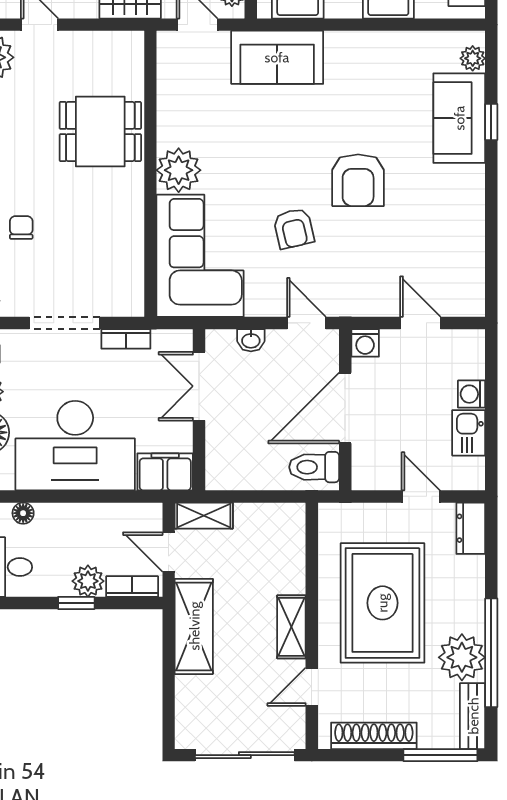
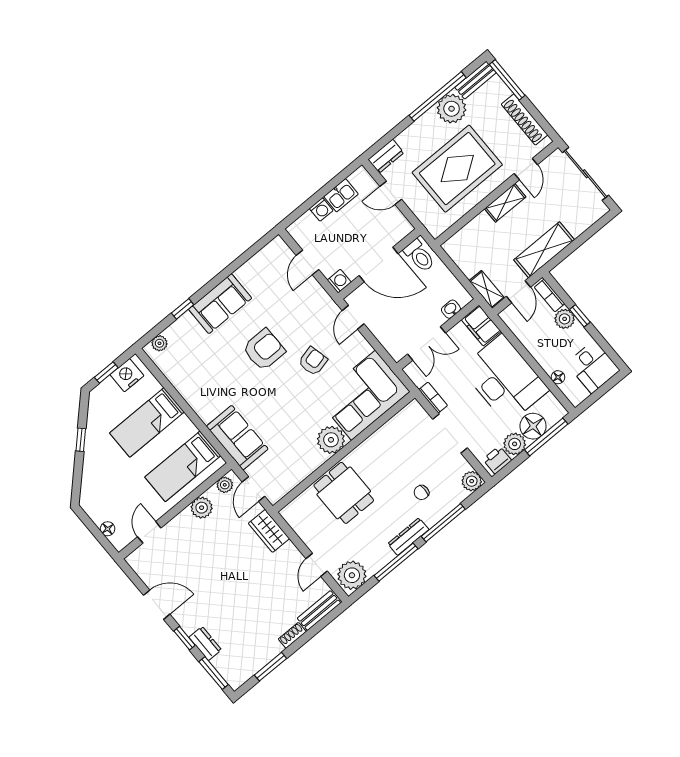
sofa: (459, 118) -> (220, 304), moved
washbasin: (251, 340) -> (451, 309), moved, turned -90
door: (421, 496) -> (391, 193), hinge flipped
door: (312, 687) -> (526, 169), hinge flipped

